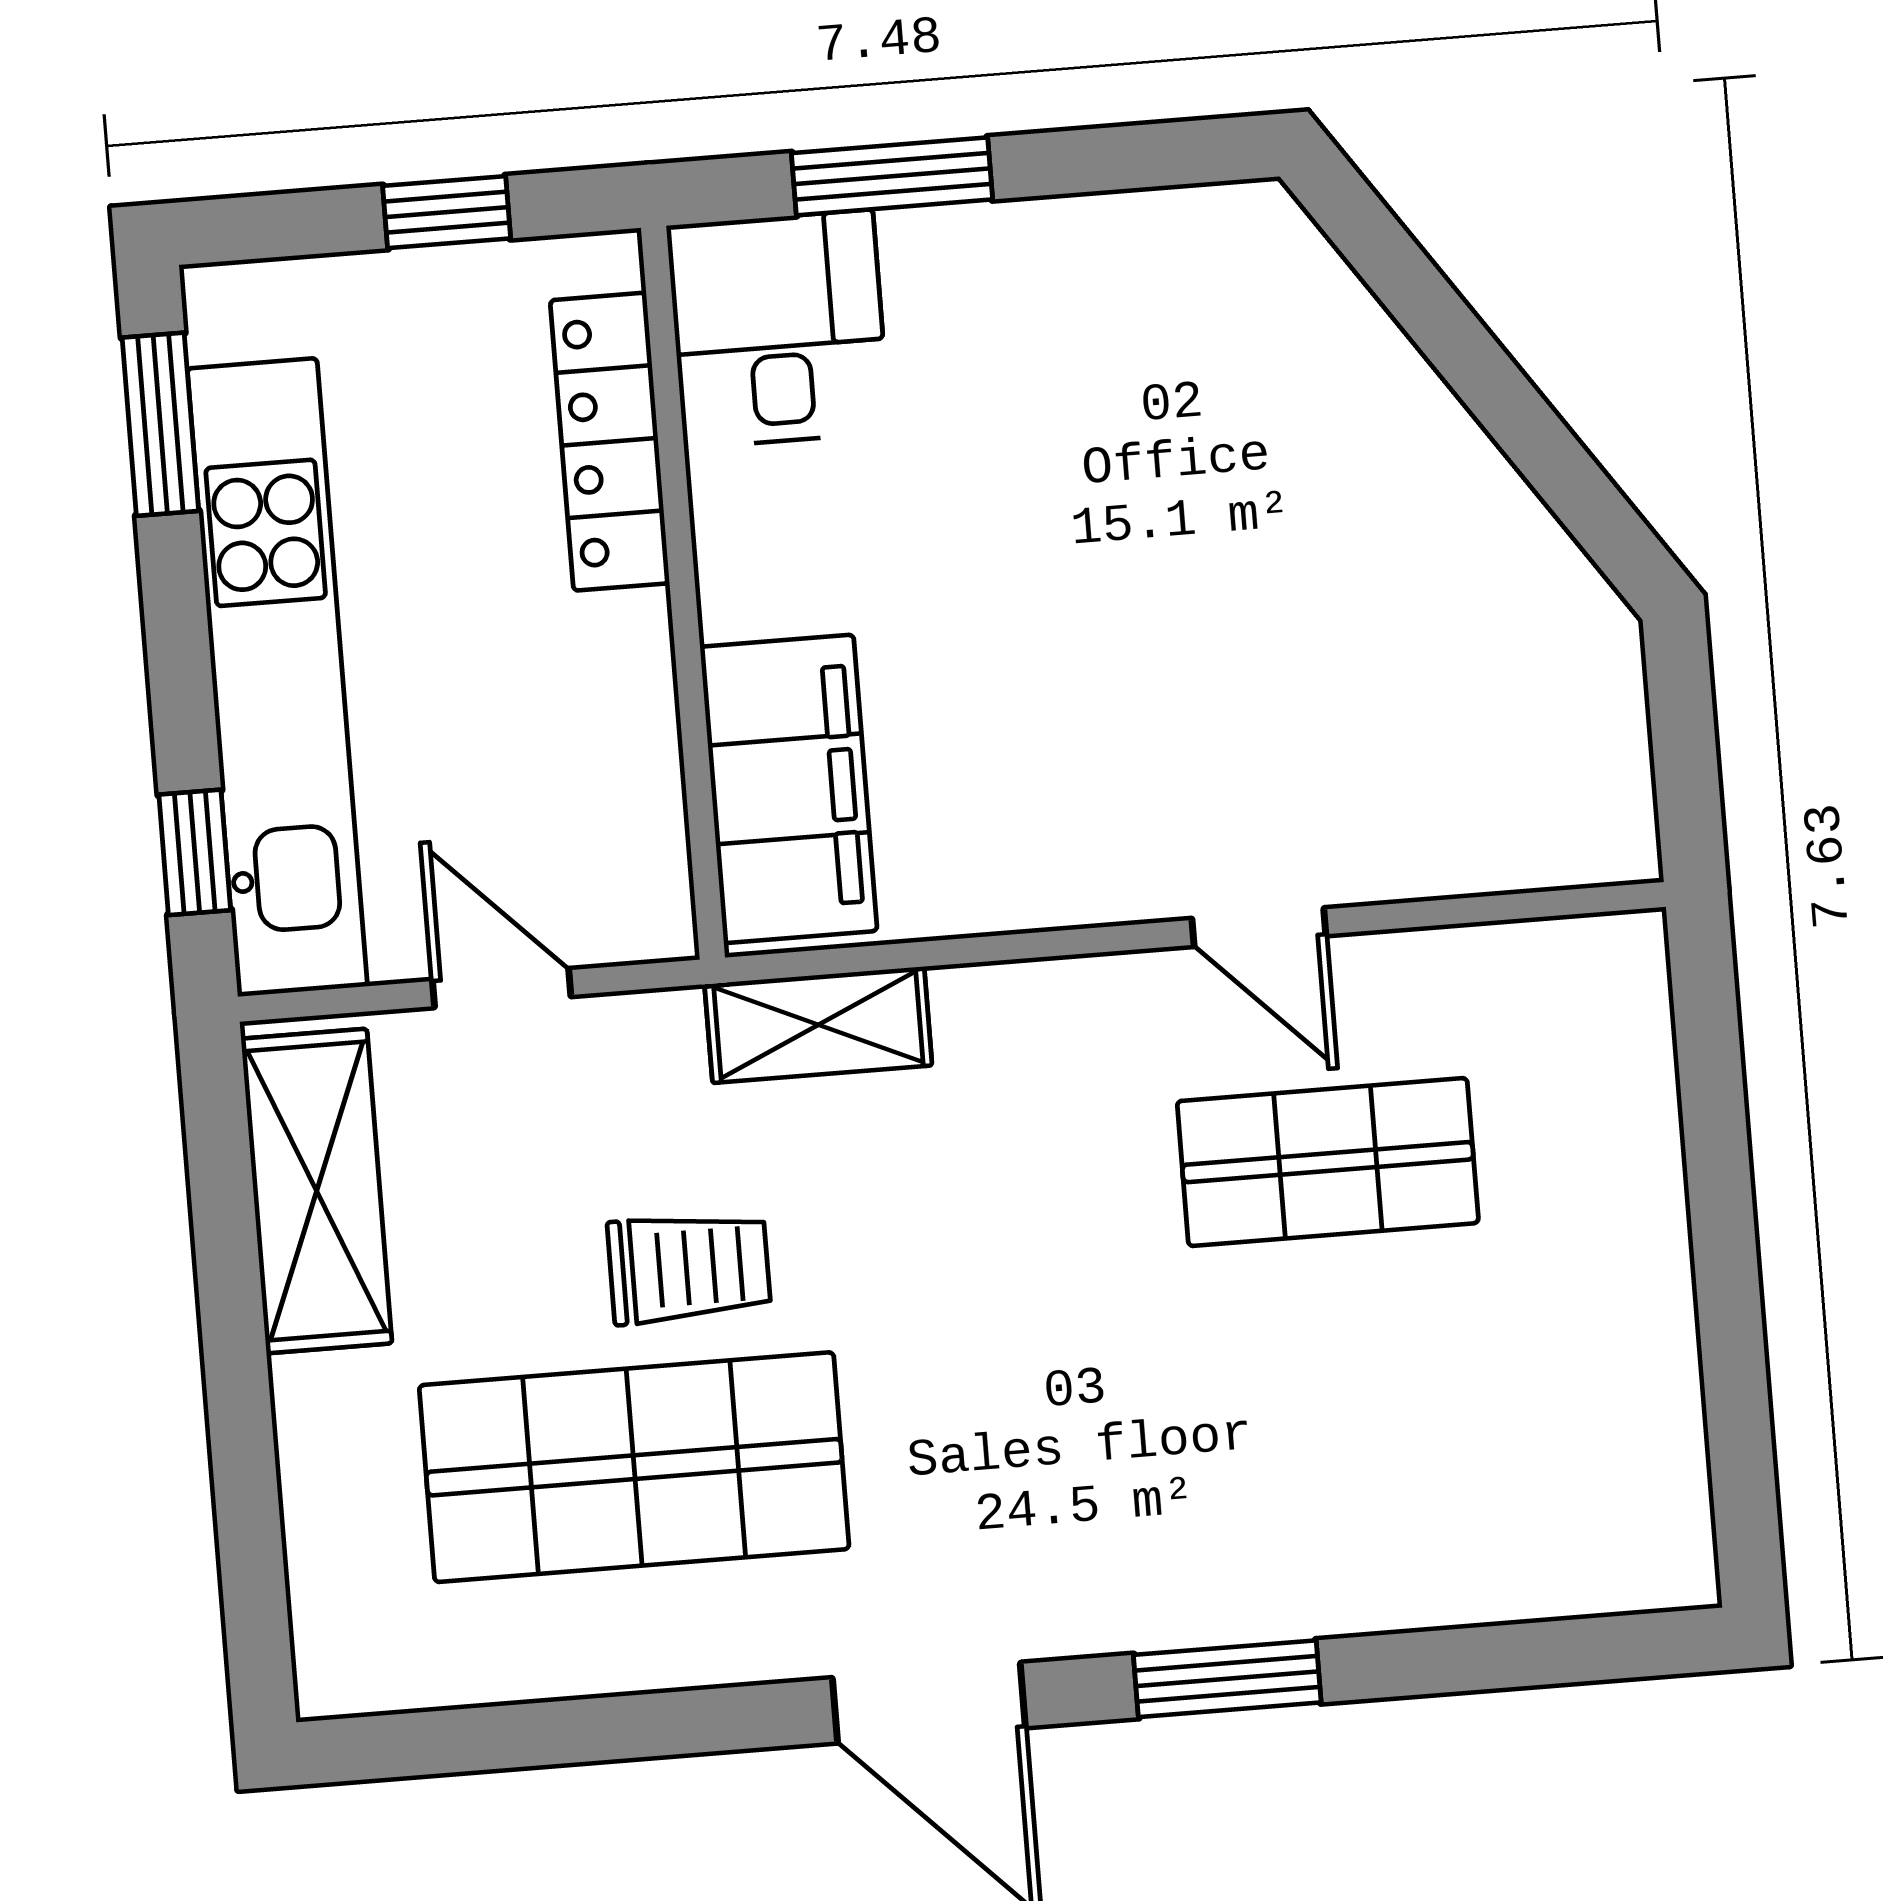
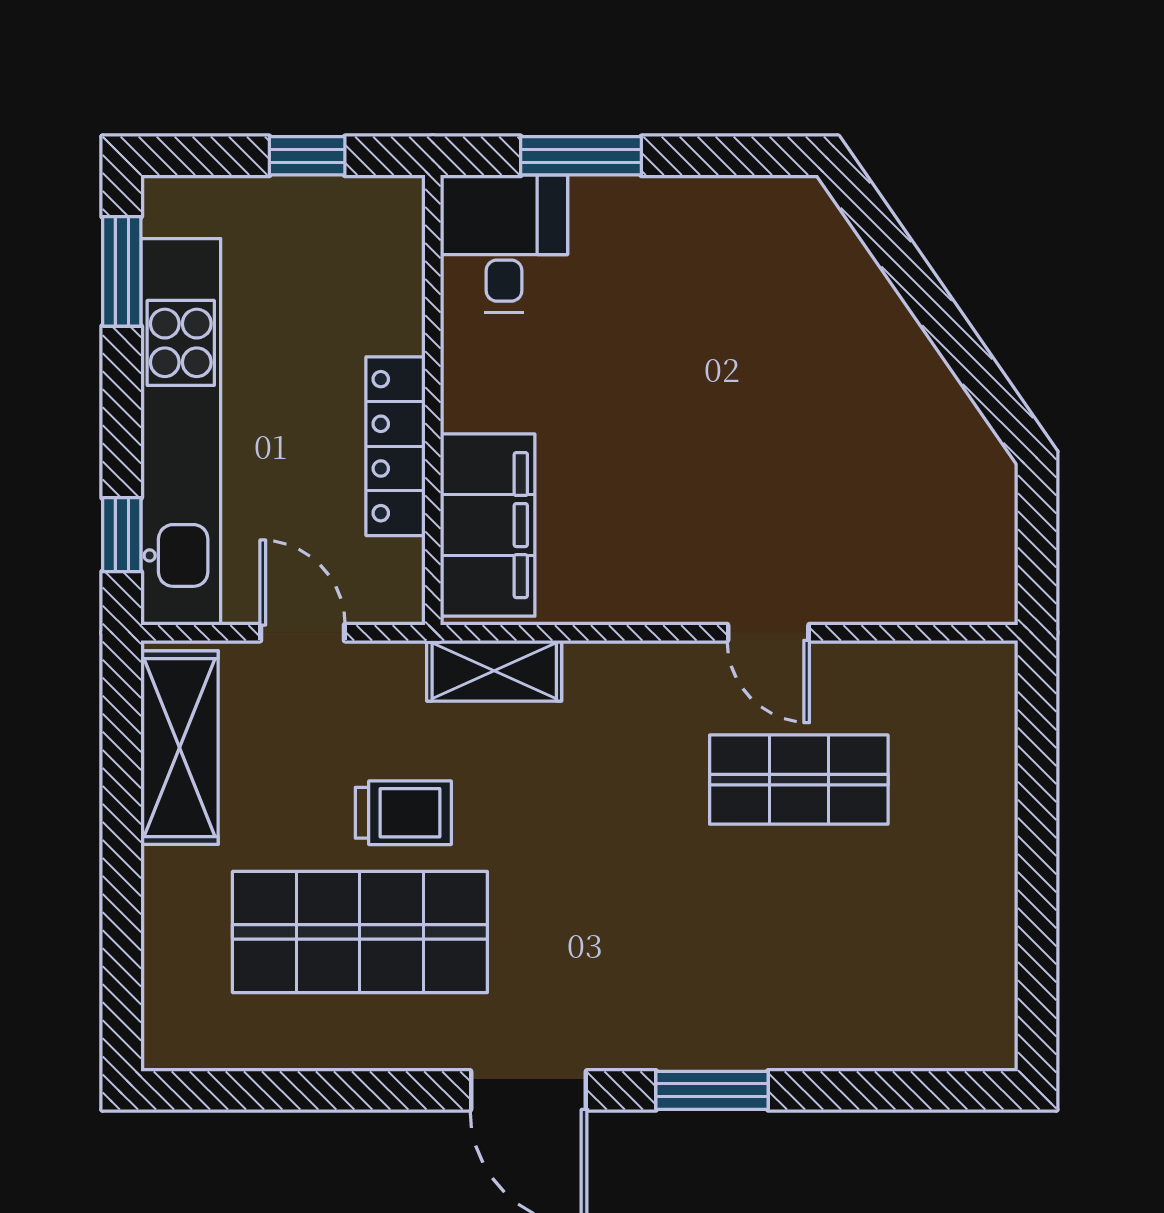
locker: (610, 442) -> (396, 446), moved

